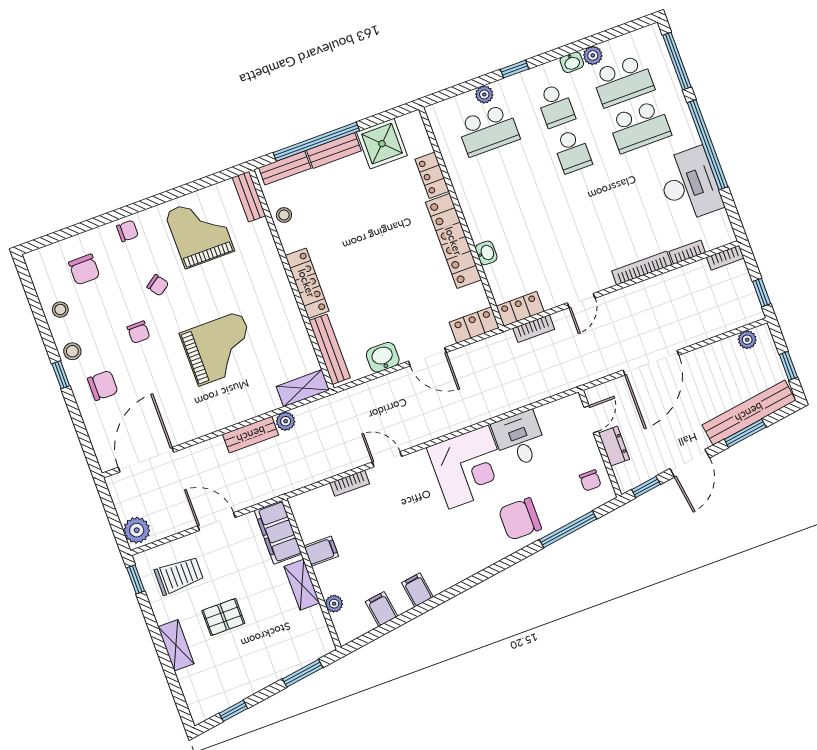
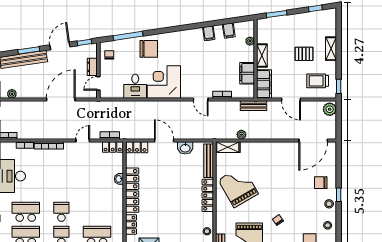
chair: (139, 332) -> (295, 201), removed
grand piano: (220, 349) -> (238, 187), moved, turned 60
bench: (251, 435) -> (253, 106), moved
filing cabinet: (321, 551) -> (247, 73), width x2.00

